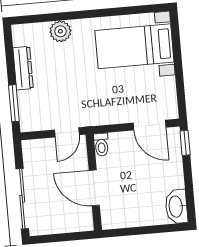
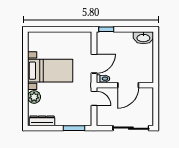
bed with nightstands: (134, 46) -> (50, 71), moved, turned -90
dresser: (23, 68) -> (42, 121), moved
door: (149, 125) -> (94, 64), moved

